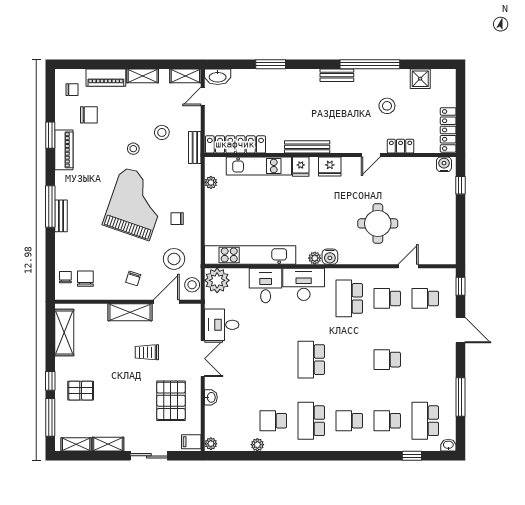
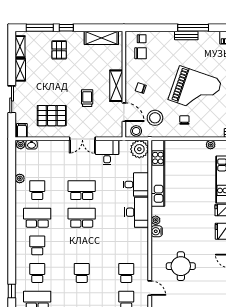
school desk: (349, 298) -> (82, 190), moved
washbasin: (211, 397) -> (31, 145), moved

